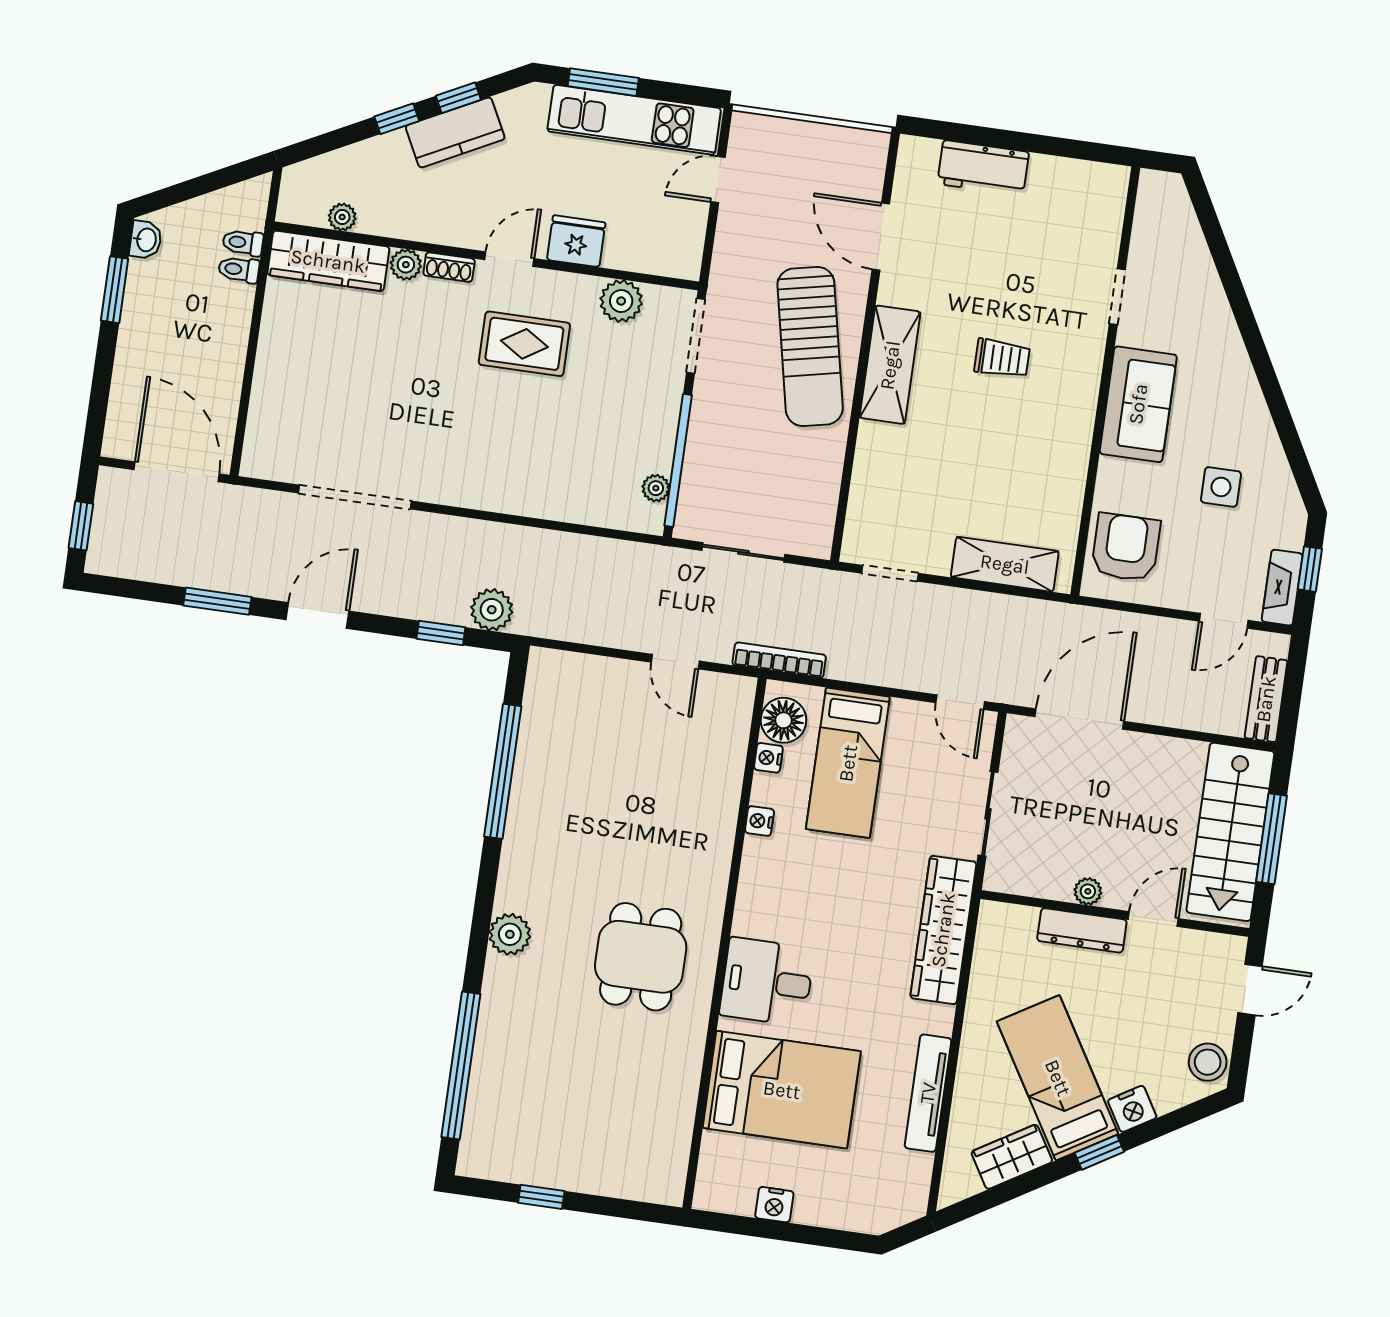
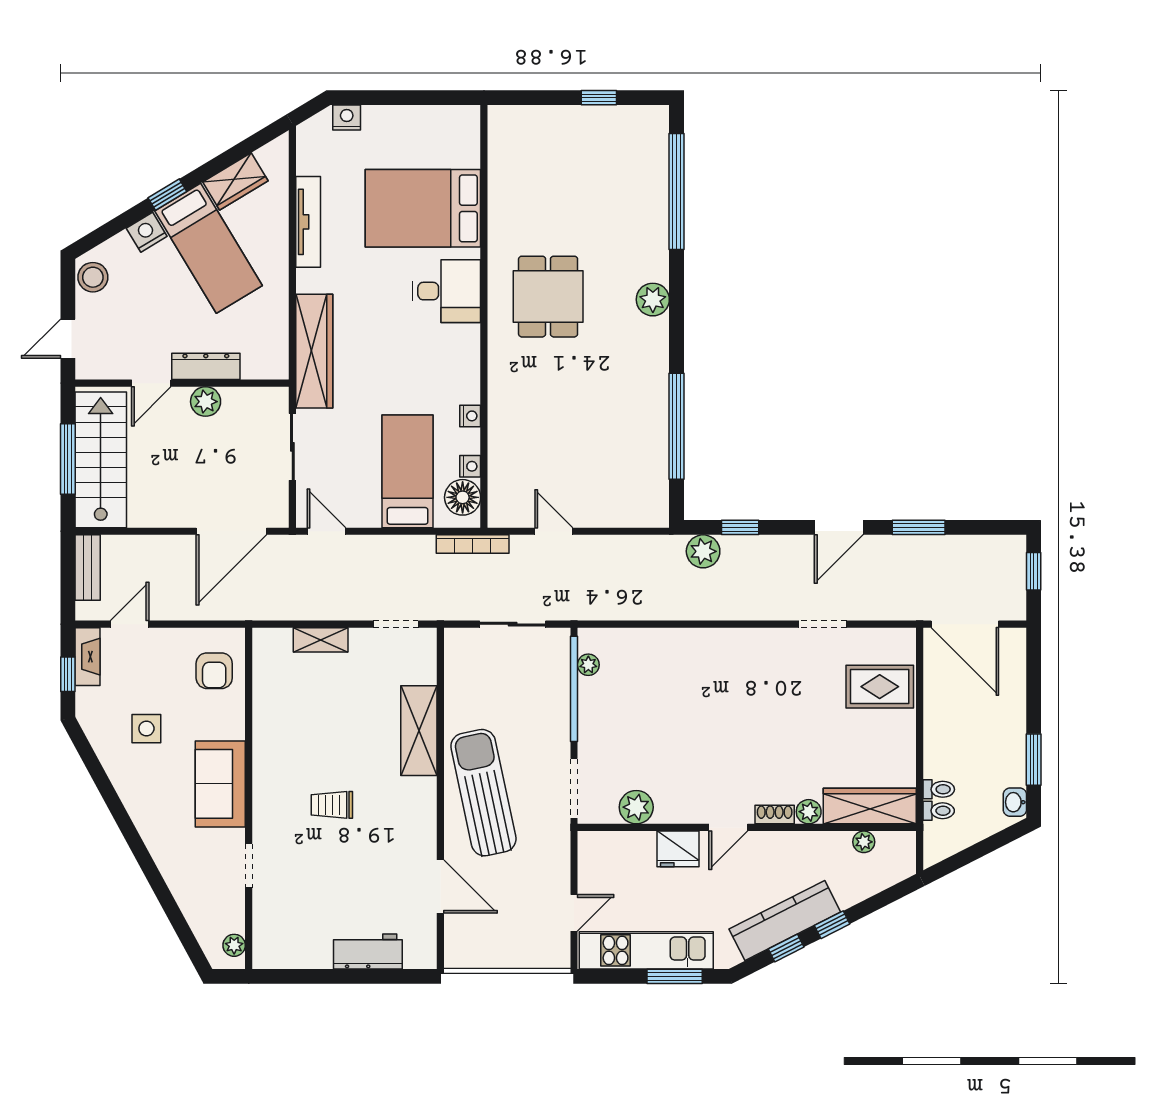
kitchen counter: (455, 132) -> (785, 921), width x1.50
plant: (1150, 200) -> (234, 945), added
rug: (524, 344) -> (880, 687), moved
shelving: (890, 365) -> (419, 731), moved
doorway: (355, 497) -> (823, 624), width x0.53
armchair: (1126, 547) -> (214, 671), width x0.72, depth x0.72
shelving: (1005, 564) -> (321, 640), width x0.67, depth x0.75
plant: (1088, 891) -> (206, 402), width x1.38, depth x1.38
nightstand: (774, 1205) -> (347, 118), moved

